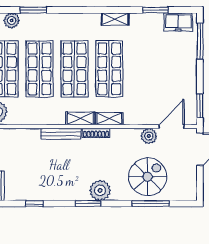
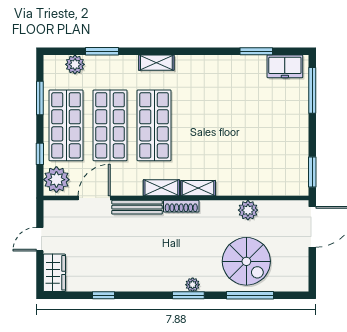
shelving: (115, 19) -> (156, 63), moved
shop shelf: (109, 69) -> (198, 125), removed
door: (171, 126) -> (94, 198), moved
spiral stairs: (148, 177) -> (246, 261), turned 90
plant: (100, 190) -> (193, 285), width x0.53, depth x0.53
window: (88, 204) -> (188, 295), moved

